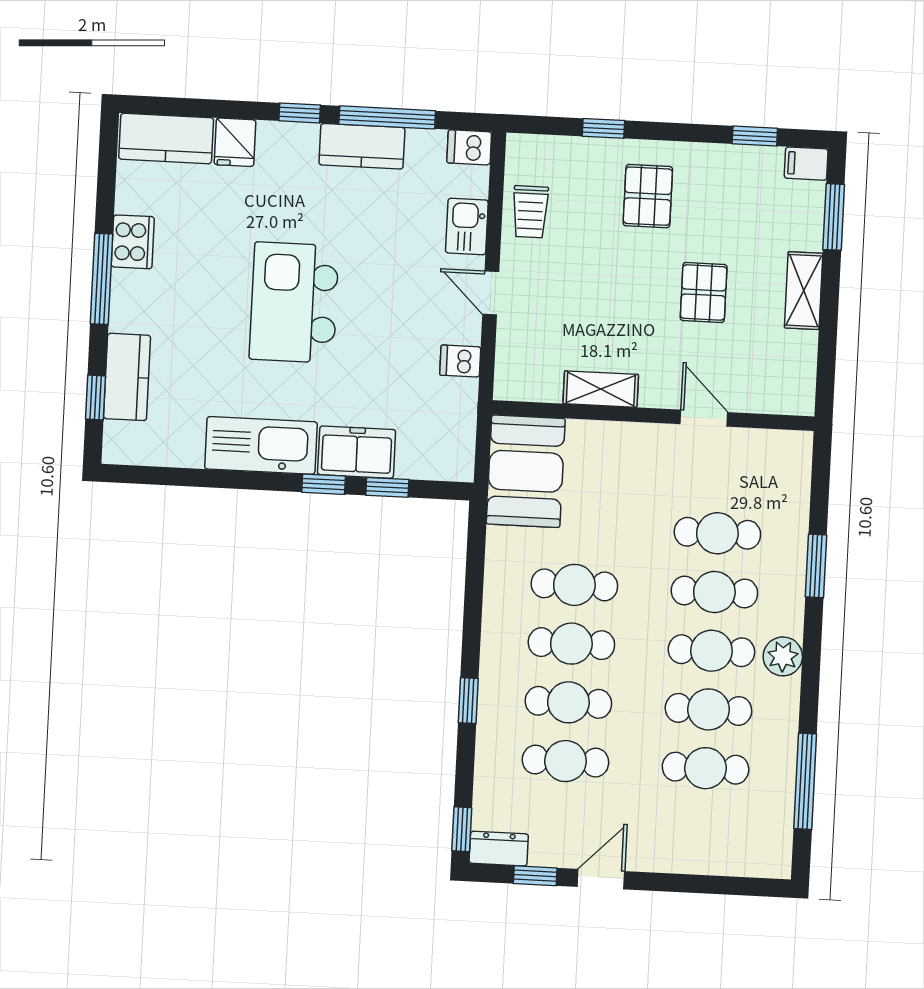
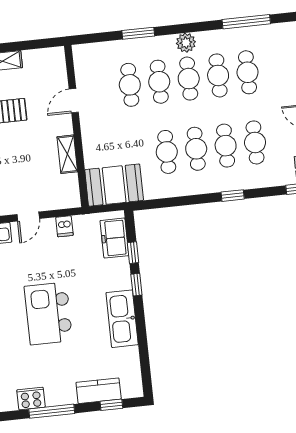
kitchen island: (294, 302) -> (48, 314), turned 90
freezer: (357, 452) -> (114, 238), moved

